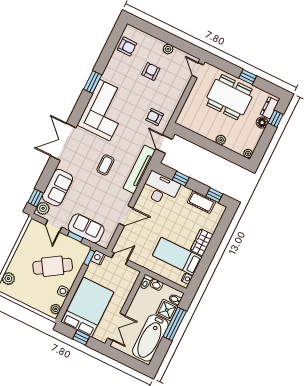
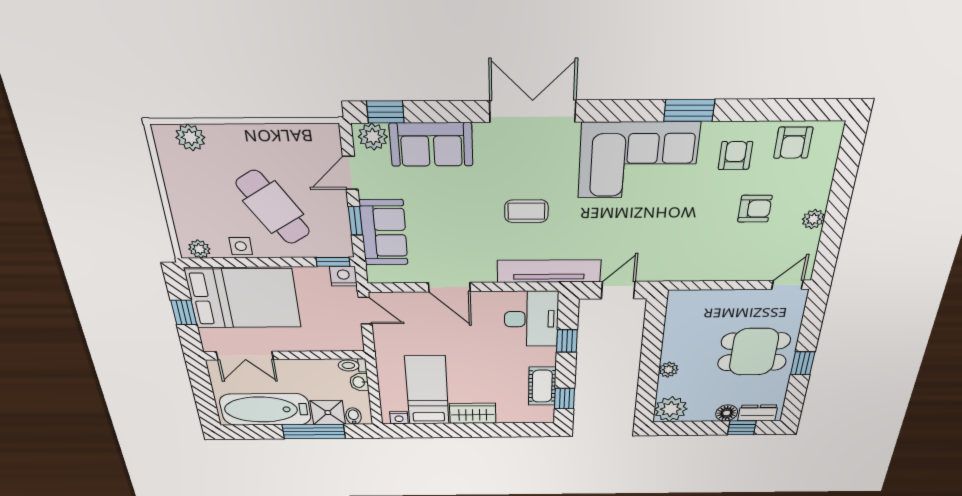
dining table: (229, 97) -> (754, 352), width x0.73
armchair: (155, 117) -> (735, 156), moved
plant: (248, 154) -> (671, 409), width x1.87, depth x1.87

